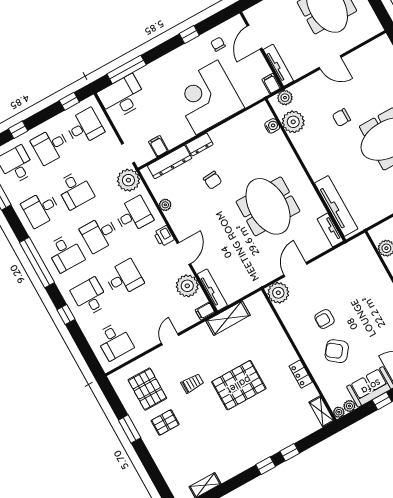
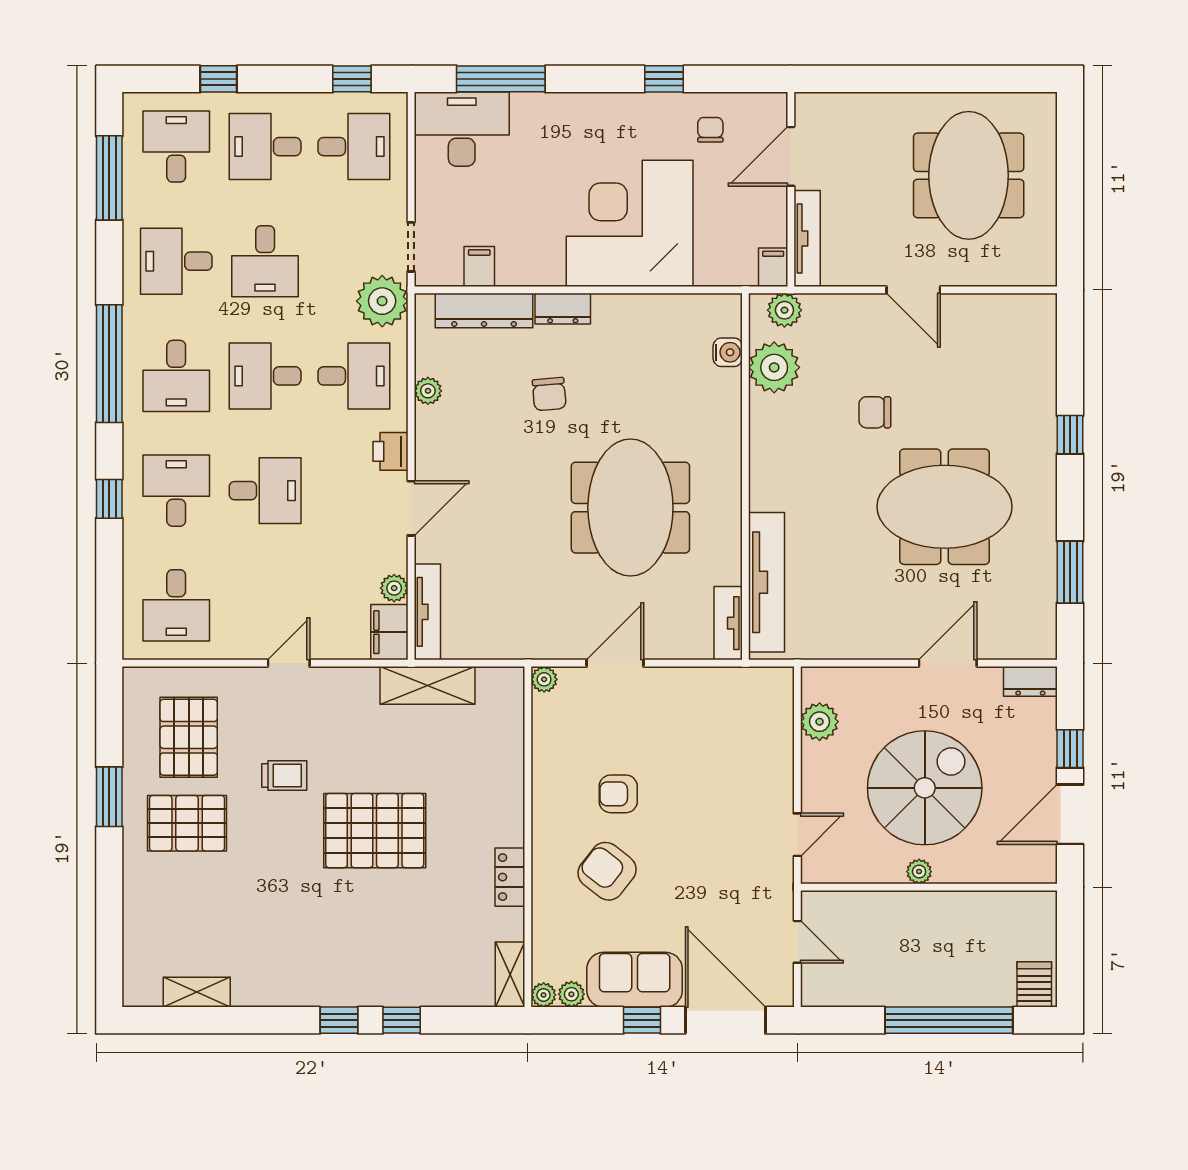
plant: (187, 286) -> (394, 588), width x0.53, depth x0.53
plant: (278, 293) -> (544, 679), width x0.53, depth x0.53
filing cabinet: (205, 311) -> (389, 632), width x2.00
pallet: (165, 422) -> (187, 823), width x1.50, depth x1.42

